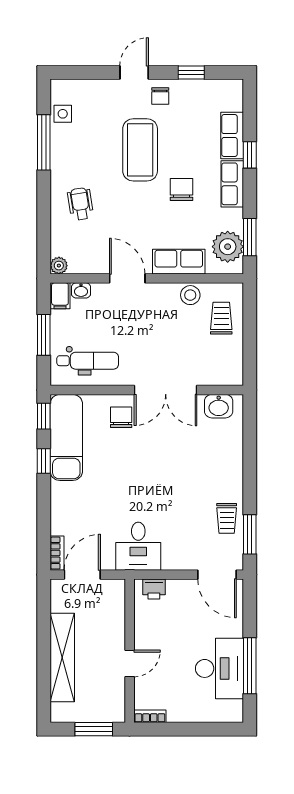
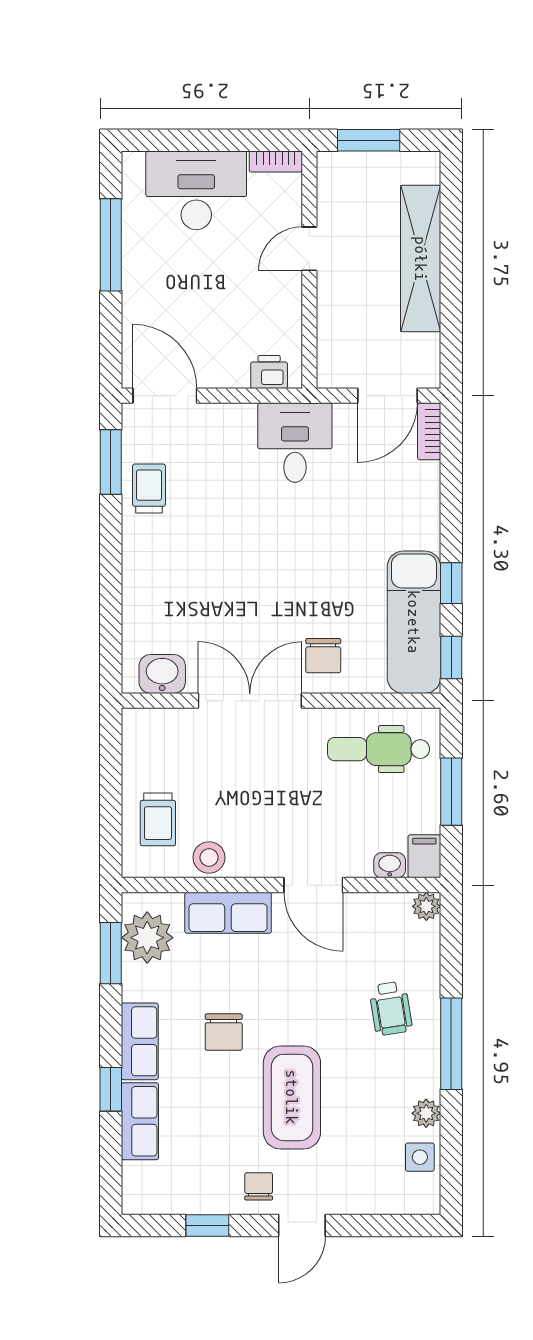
plant: (59, 140) -> (426, 1113), added
window: (44, 142) -> (451, 1044), moved
desk: (219, 668) -> (196, 190), moved, turned 90

